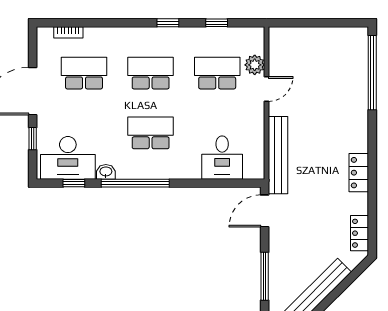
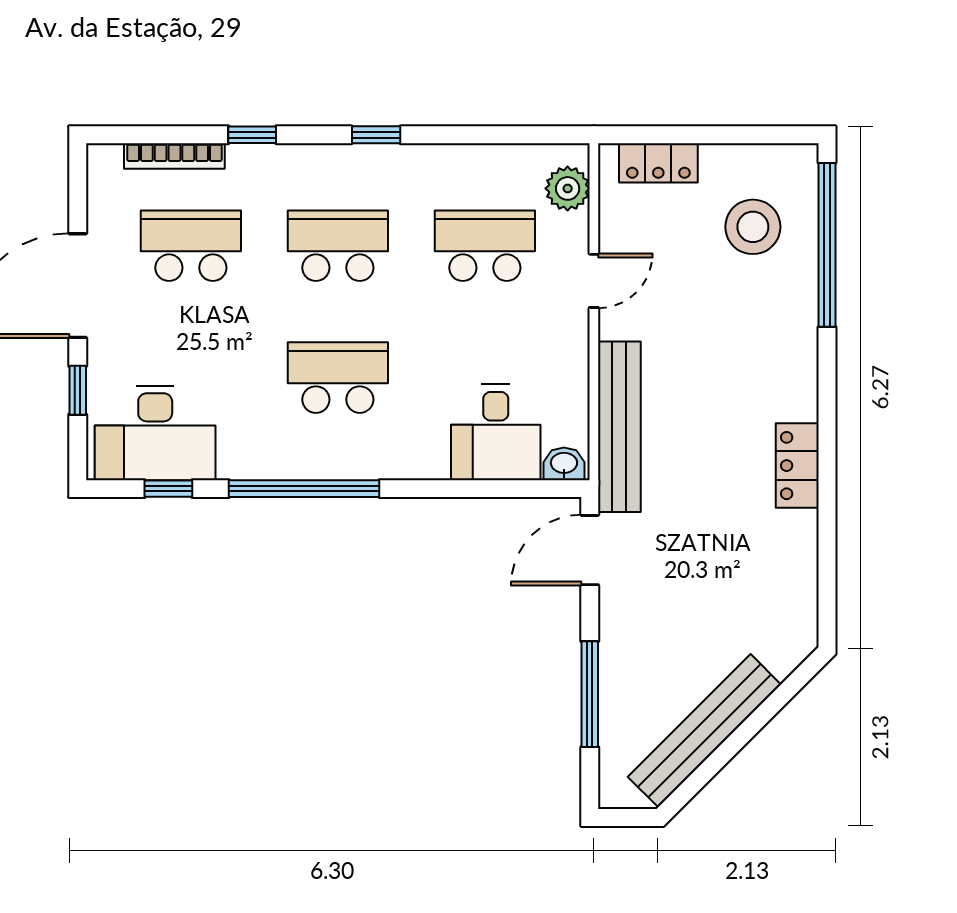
window: (217, 23) -> (252, 135), moved
bookcase: (68, 32) -> (174, 156), width x1.56
stool: (339, 64) -> (753, 227), added
plant: (255, 65) -> (568, 188), moved
washbasin: (106, 172) -> (564, 464), moved
locker: (359, 233) -> (658, 163), moved, turned -90

